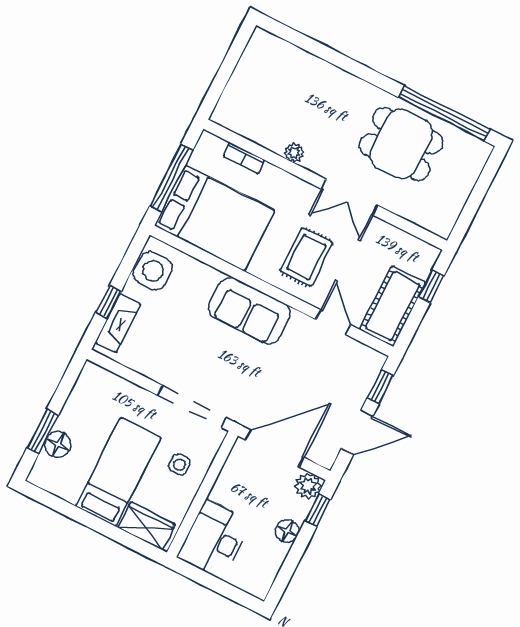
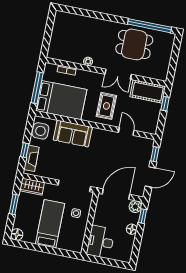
cot: (393, 306) -> (148, 91), moved, turned 90
sofa: (249, 311) -> (73, 134), moved
window: (43, 431) -> (14, 204), moved
floor lamp: (58, 444) -> (17, 235), moved
wardrobe: (146, 526) -> (32, 187), moved, turned 180

